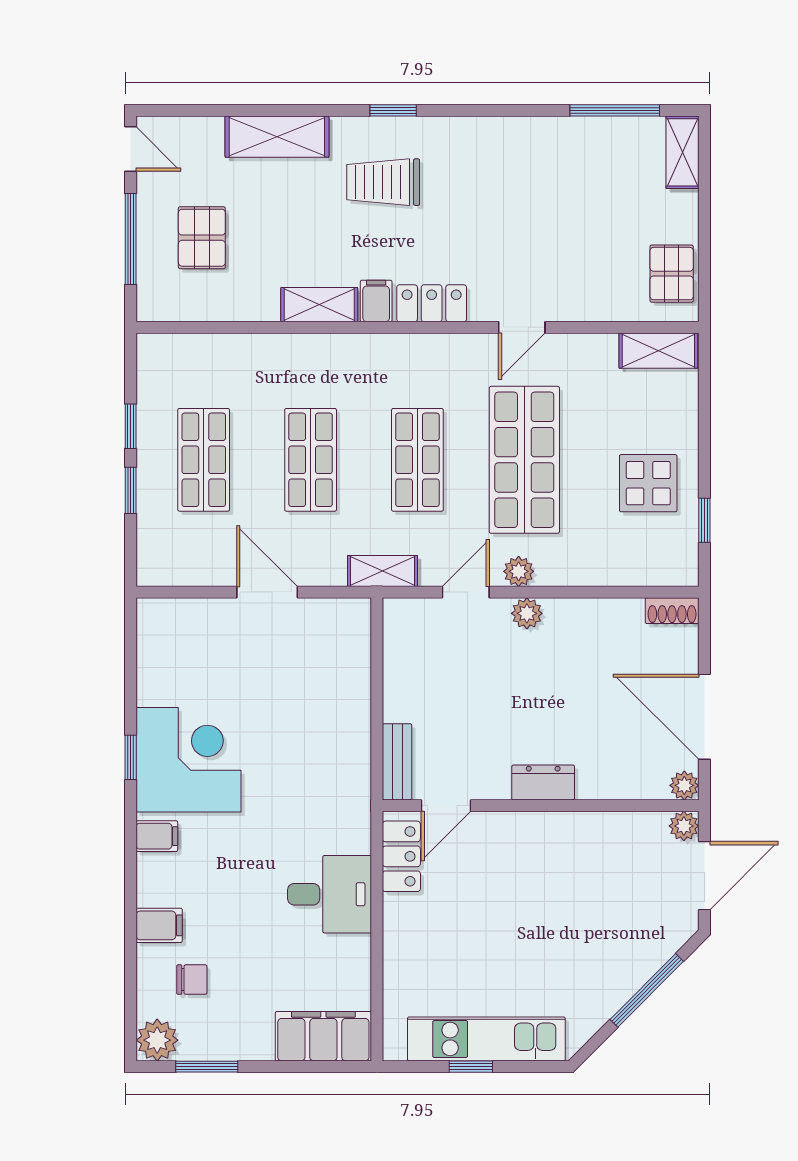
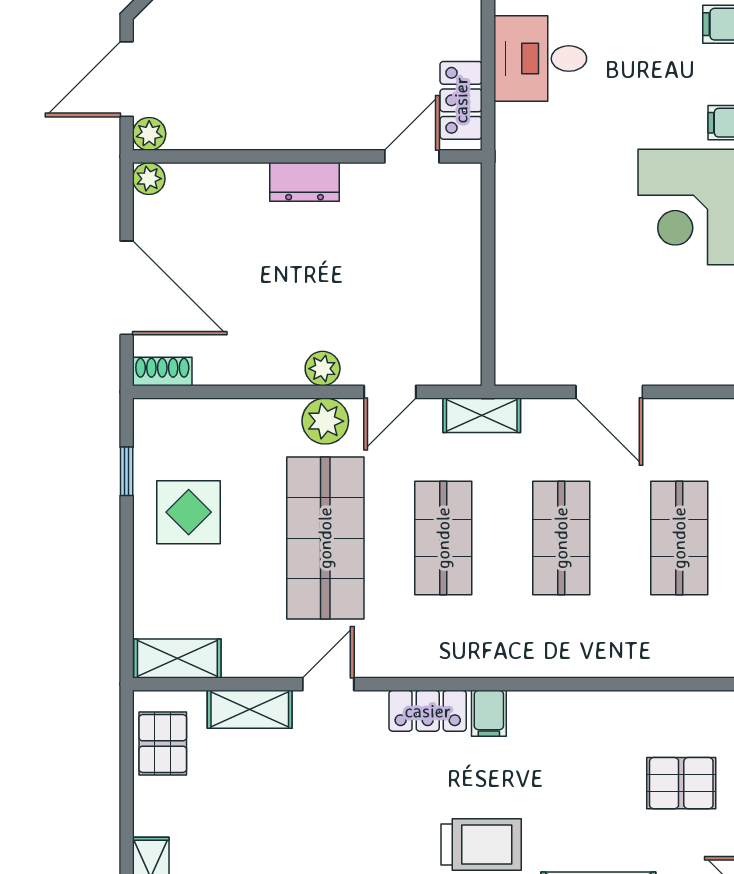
pallet: (202, 238) -> (681, 783), turned 90
shelving: (319, 305) -> (250, 709), moved
plant: (519, 571) -> (325, 421), width x1.38, depth x1.38
door: (704, 717) -> (127, 288), moved
bench: (397, 762) -> (466, 205), removed

